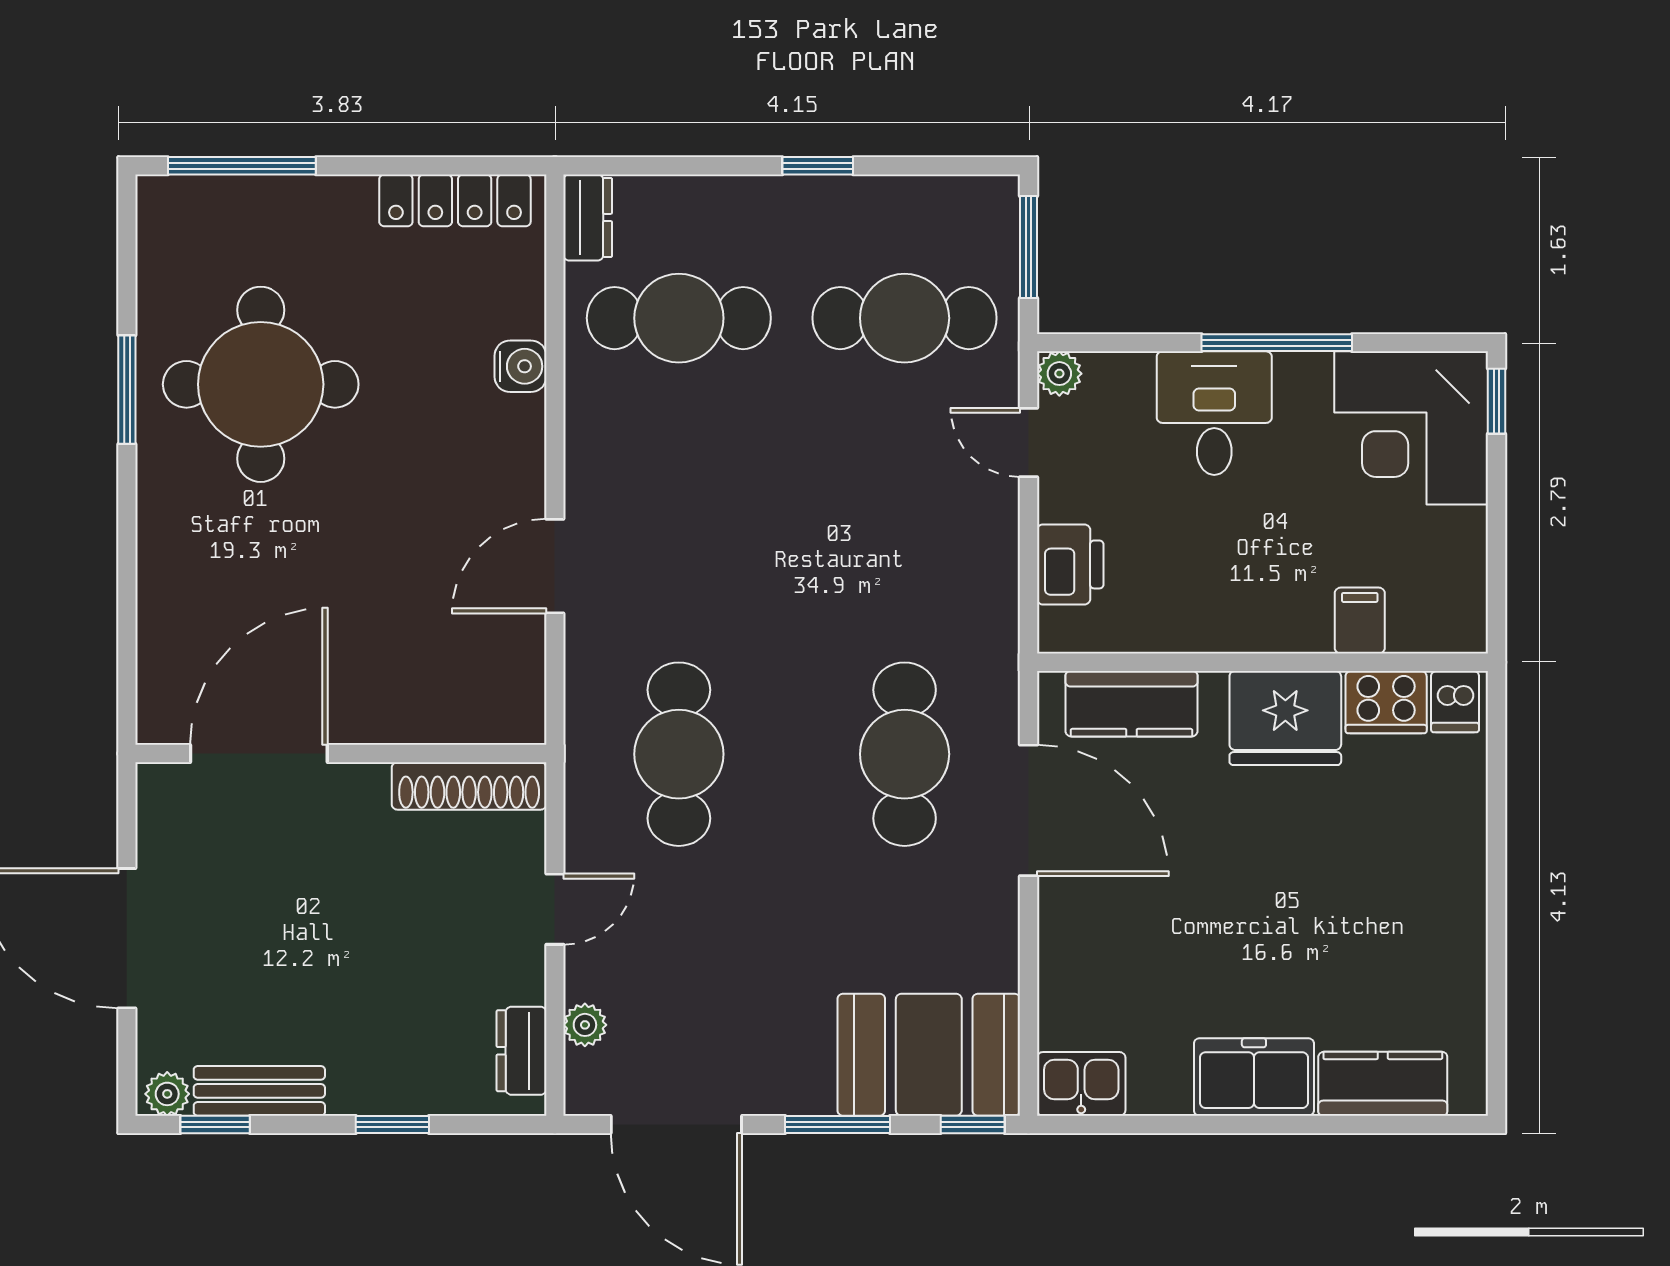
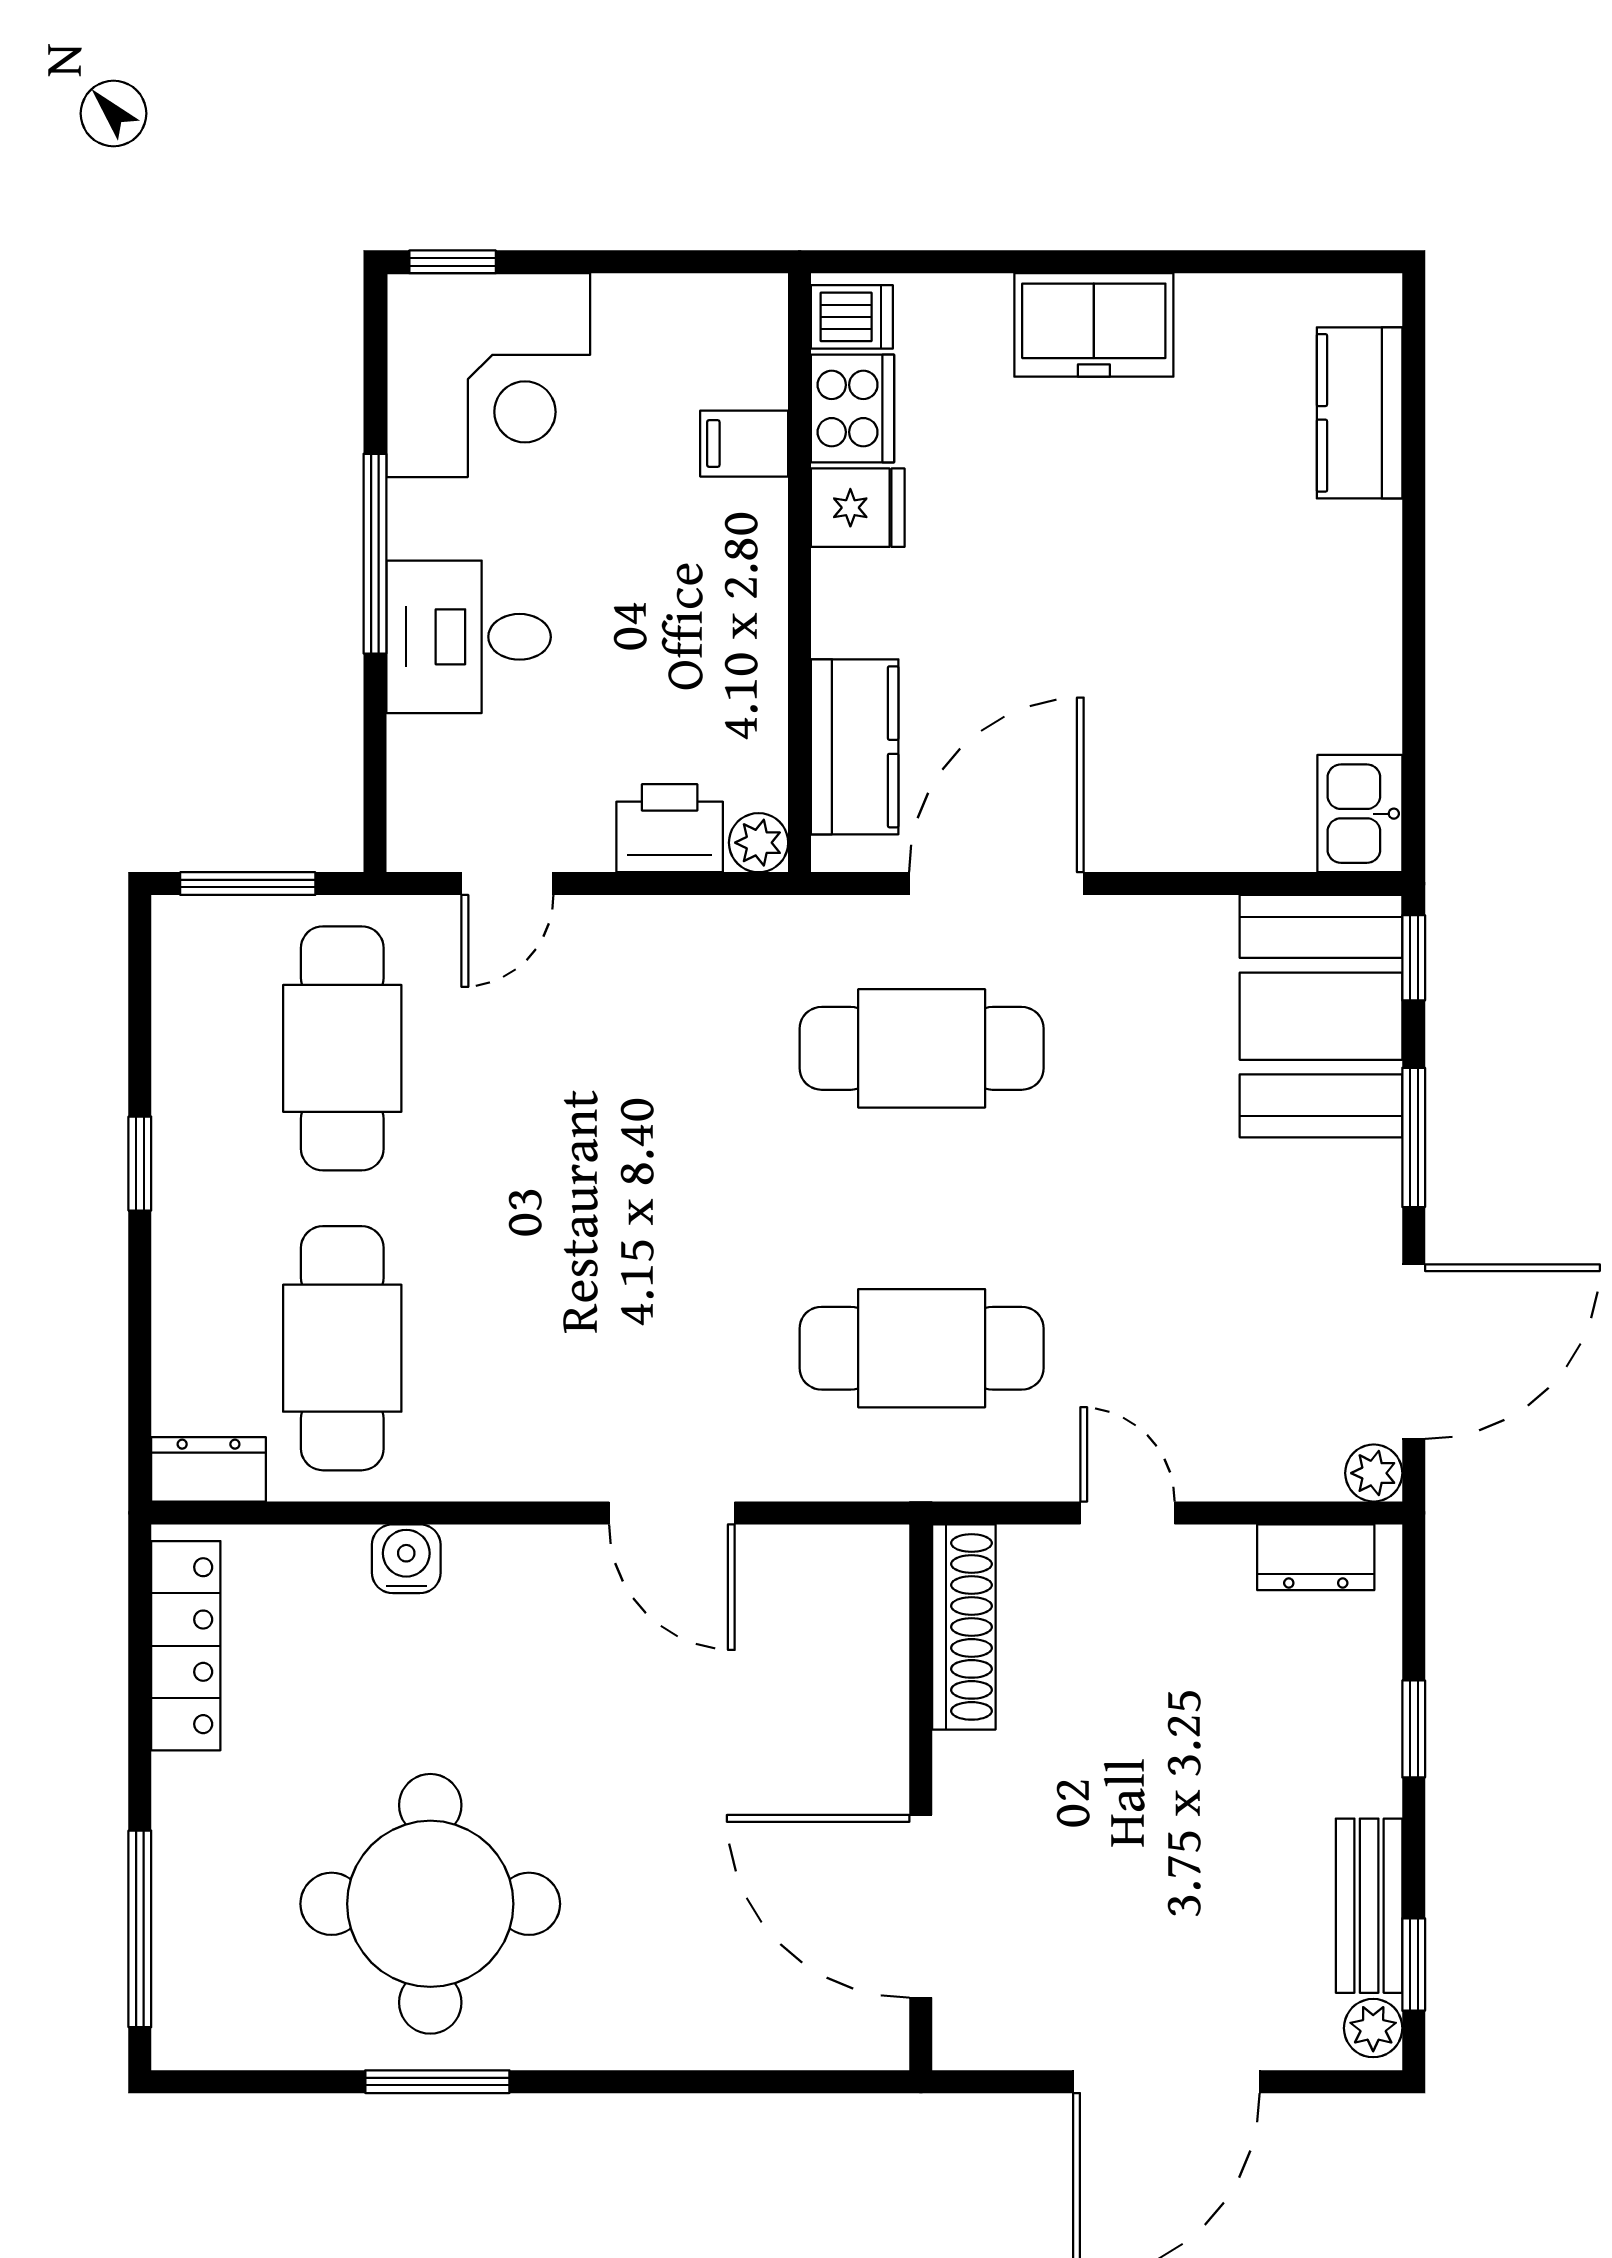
plant: (1059, 374) -> (759, 843), moved
fridge: (1285, 718) -> (858, 508), width x0.53, depth x0.75
plant: (585, 1025) -> (1374, 1473), moved
freezer: (1254, 1077) -> (1094, 325), moved, turned -90

